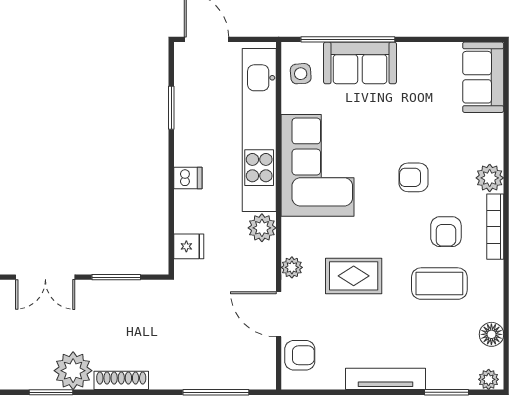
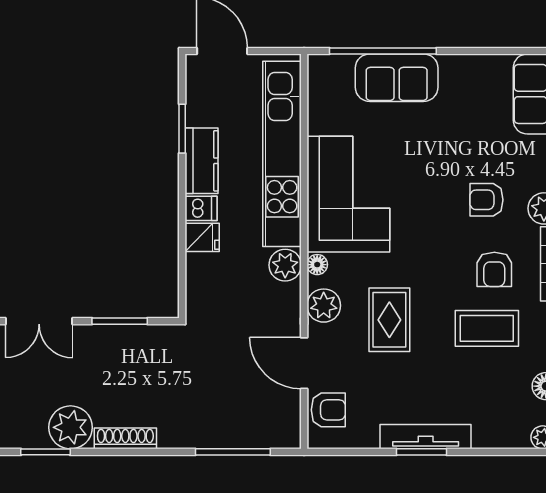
side table: (301, 74) -> (329, 90), removed
kitchen counter: (188, 136) -> (201, 161), added
armchair: (414, 177) -> (487, 200), moved
floor lamp: (290, 227) -> (317, 265), added
fridge: (189, 246) -> (202, 237), moved
plant: (292, 267) -> (324, 306), width x1.38, depth x1.38
rug: (354, 276) -> (389, 320), turned 90
window: (446, 392) -> (422, 452), moved

